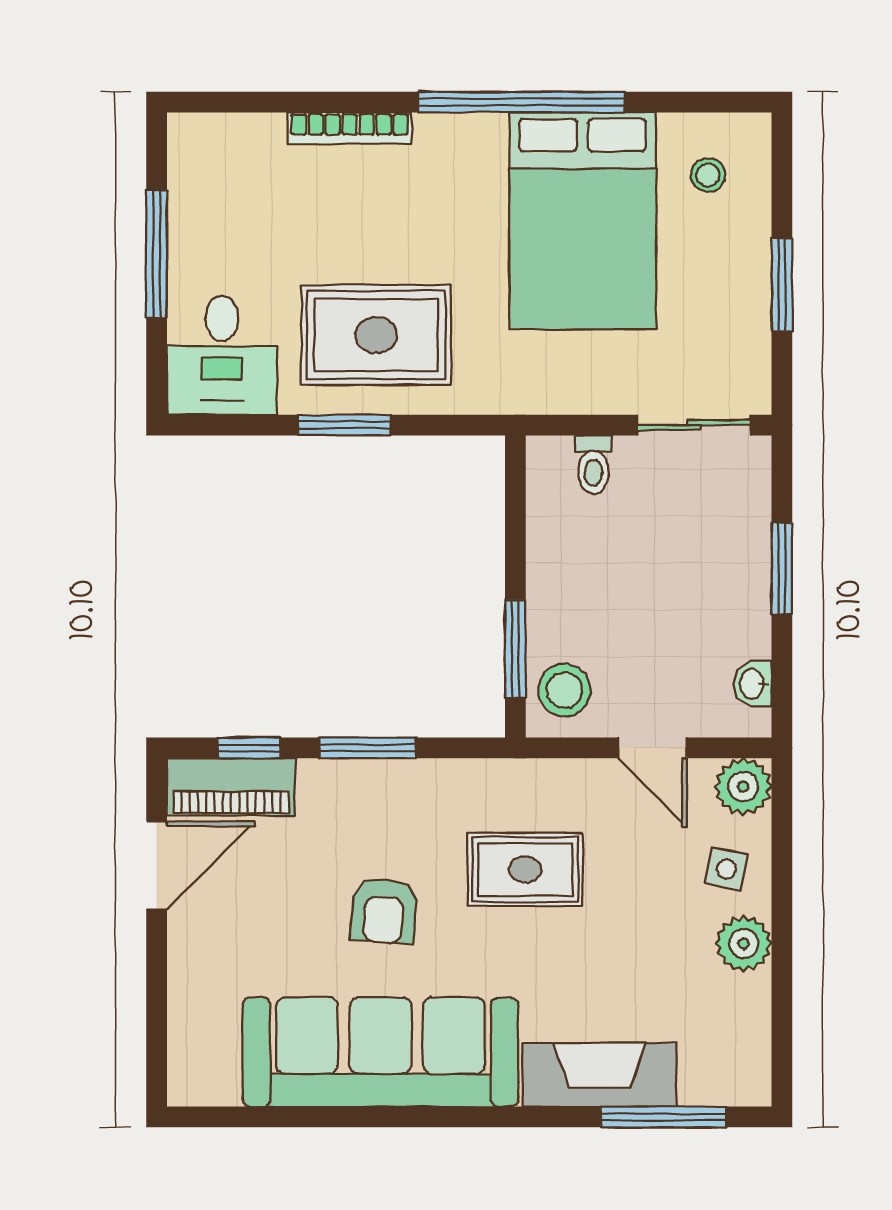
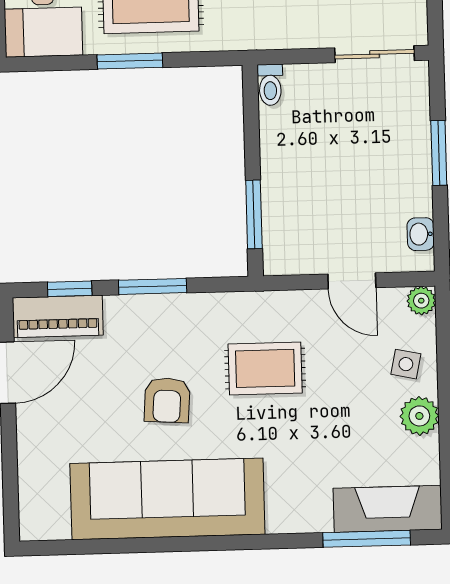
toilet: (593, 465) -> (270, 85), moved
stool: (564, 690) -> (289, 242), removed
plant: (743, 787) -> (421, 301), width x0.73, depth x0.73
fireplace: (599, 1075) -> (388, 509), moved

